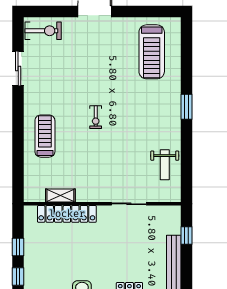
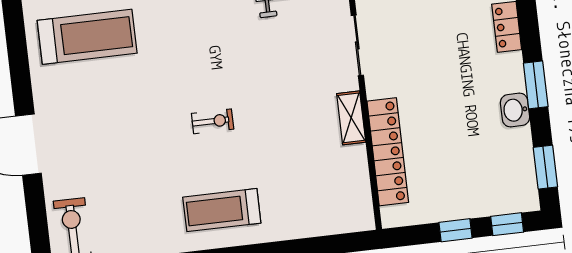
treadmill: (45, 136) -> (222, 210), moved
shelving: (60, 195) -> (351, 118), moved

